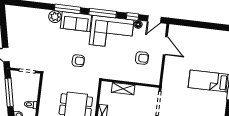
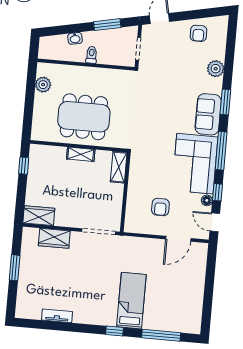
window: (68, 9) -> (225, 102), width x0.69
plant: (55, 17) -> (216, 69), moved
armchair: (78, 61) -> (198, 33), moved
shelving: (123, 89) -> (119, 167), moved
window: (9, 92) -> (107, 25), width x0.69

